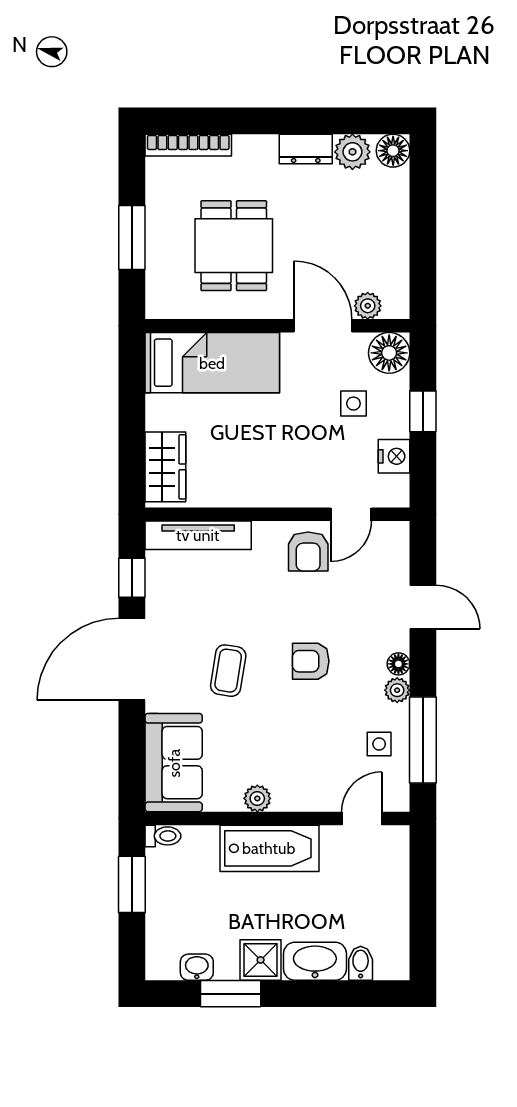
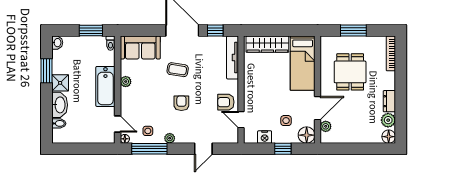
dining table: (234, 246) -> (350, 72), turned 90
wardrobe: (165, 467) -> (267, 44), width x1.50
floor lamp: (398, 664) -> (125, 139), moved
washbasin: (197, 967) -> (57, 43), moved

